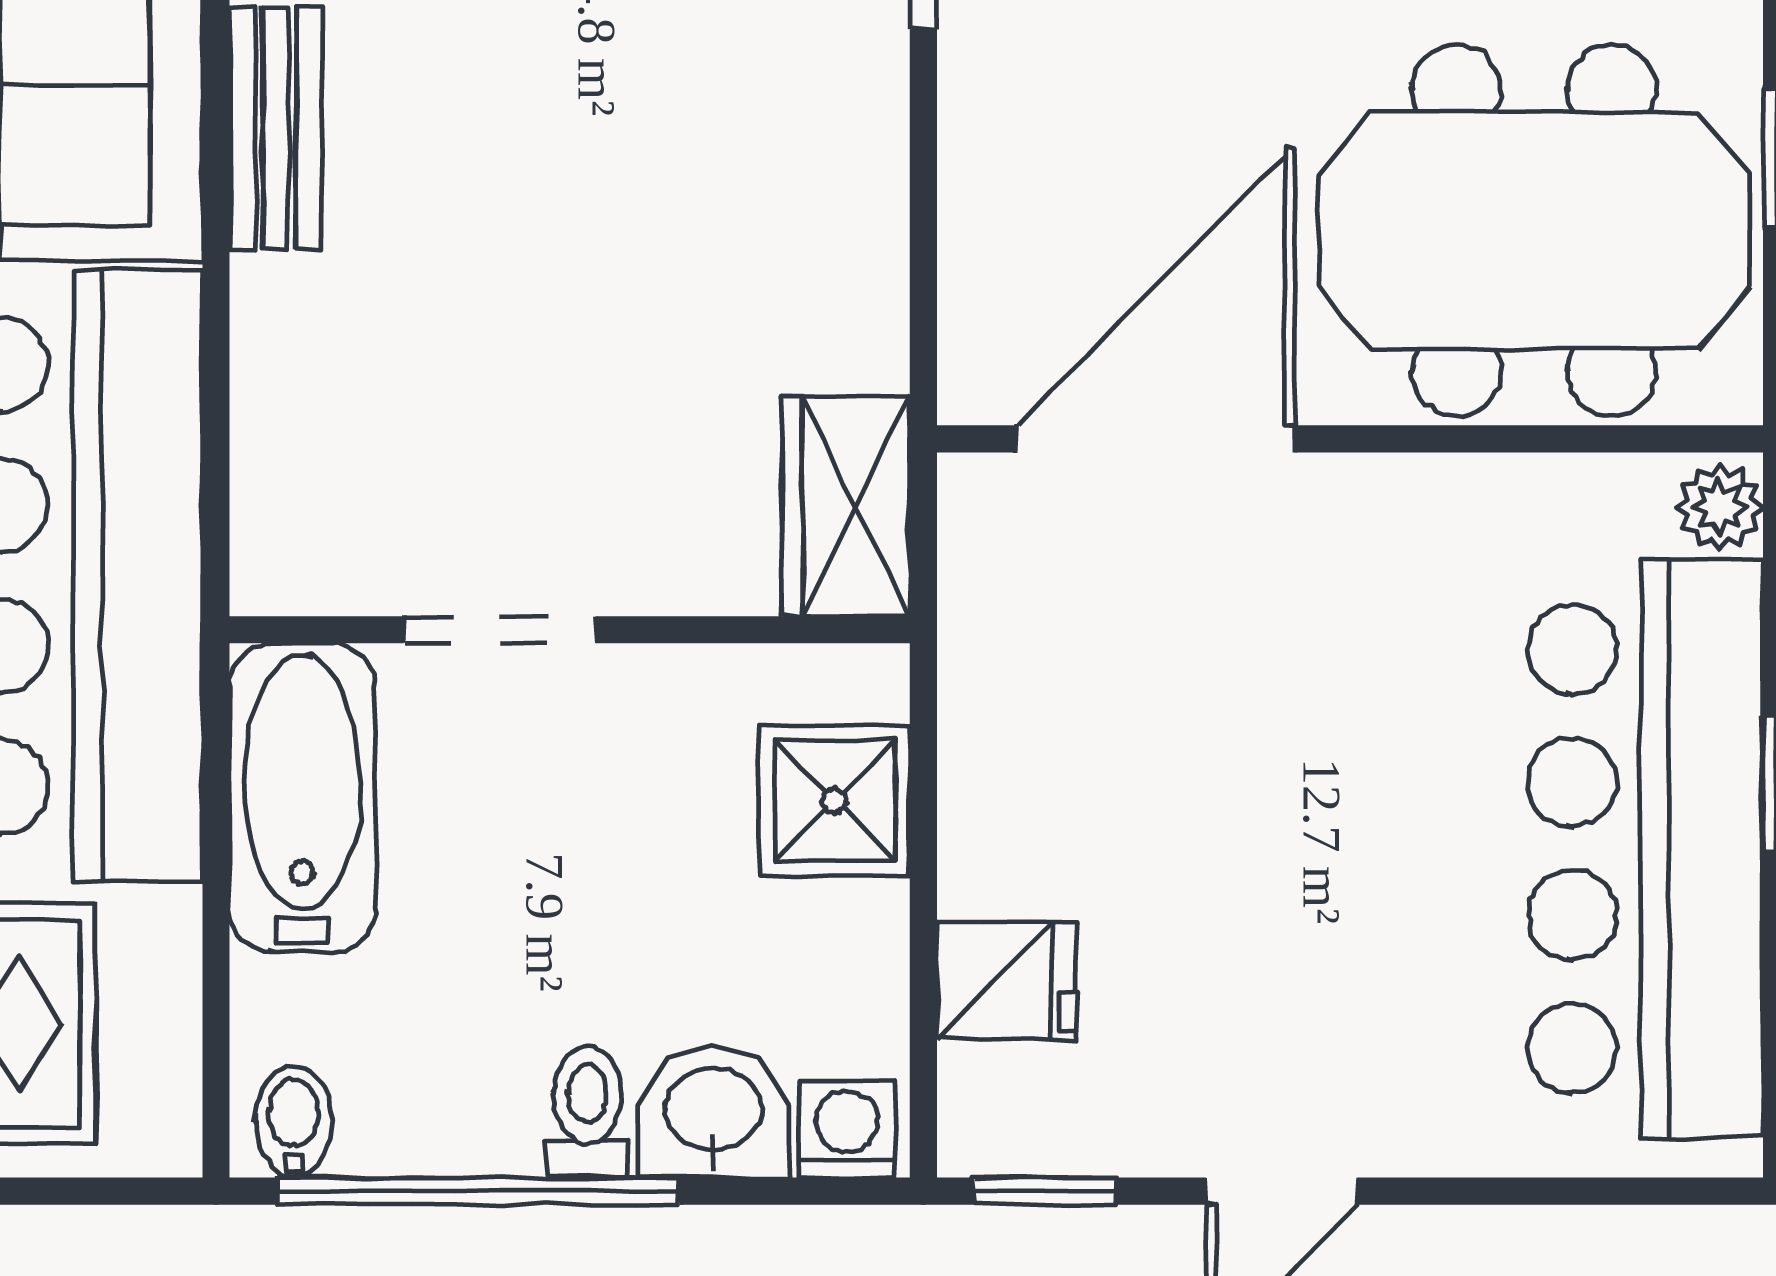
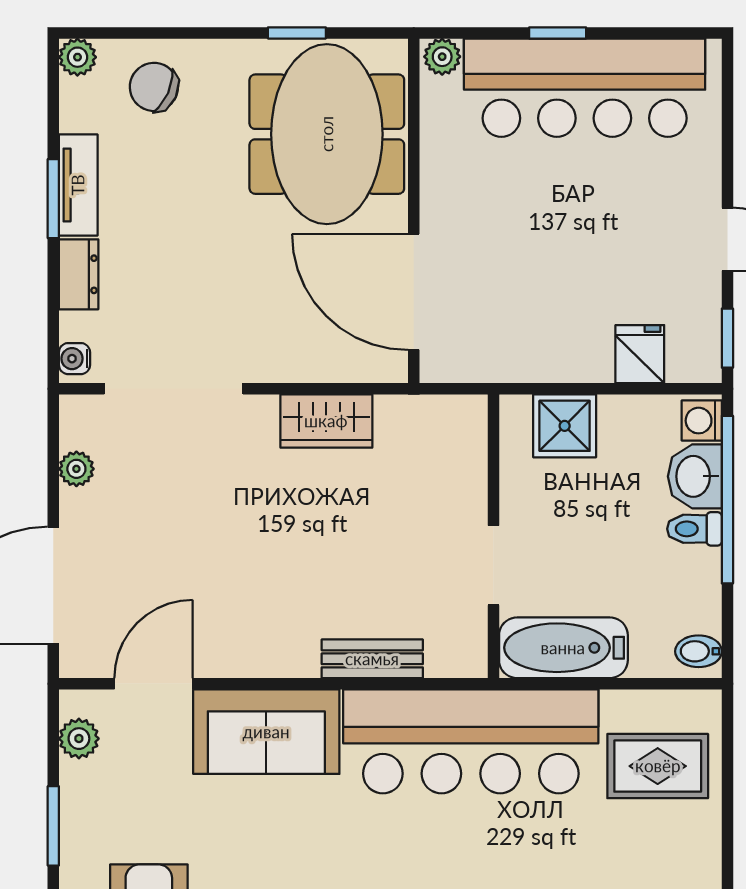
bench: (276, 128) -> (372, 659), moved
wardrobe: (846, 506) -> (326, 421), moved
window: (479, 1191) -> (727, 500), moved

